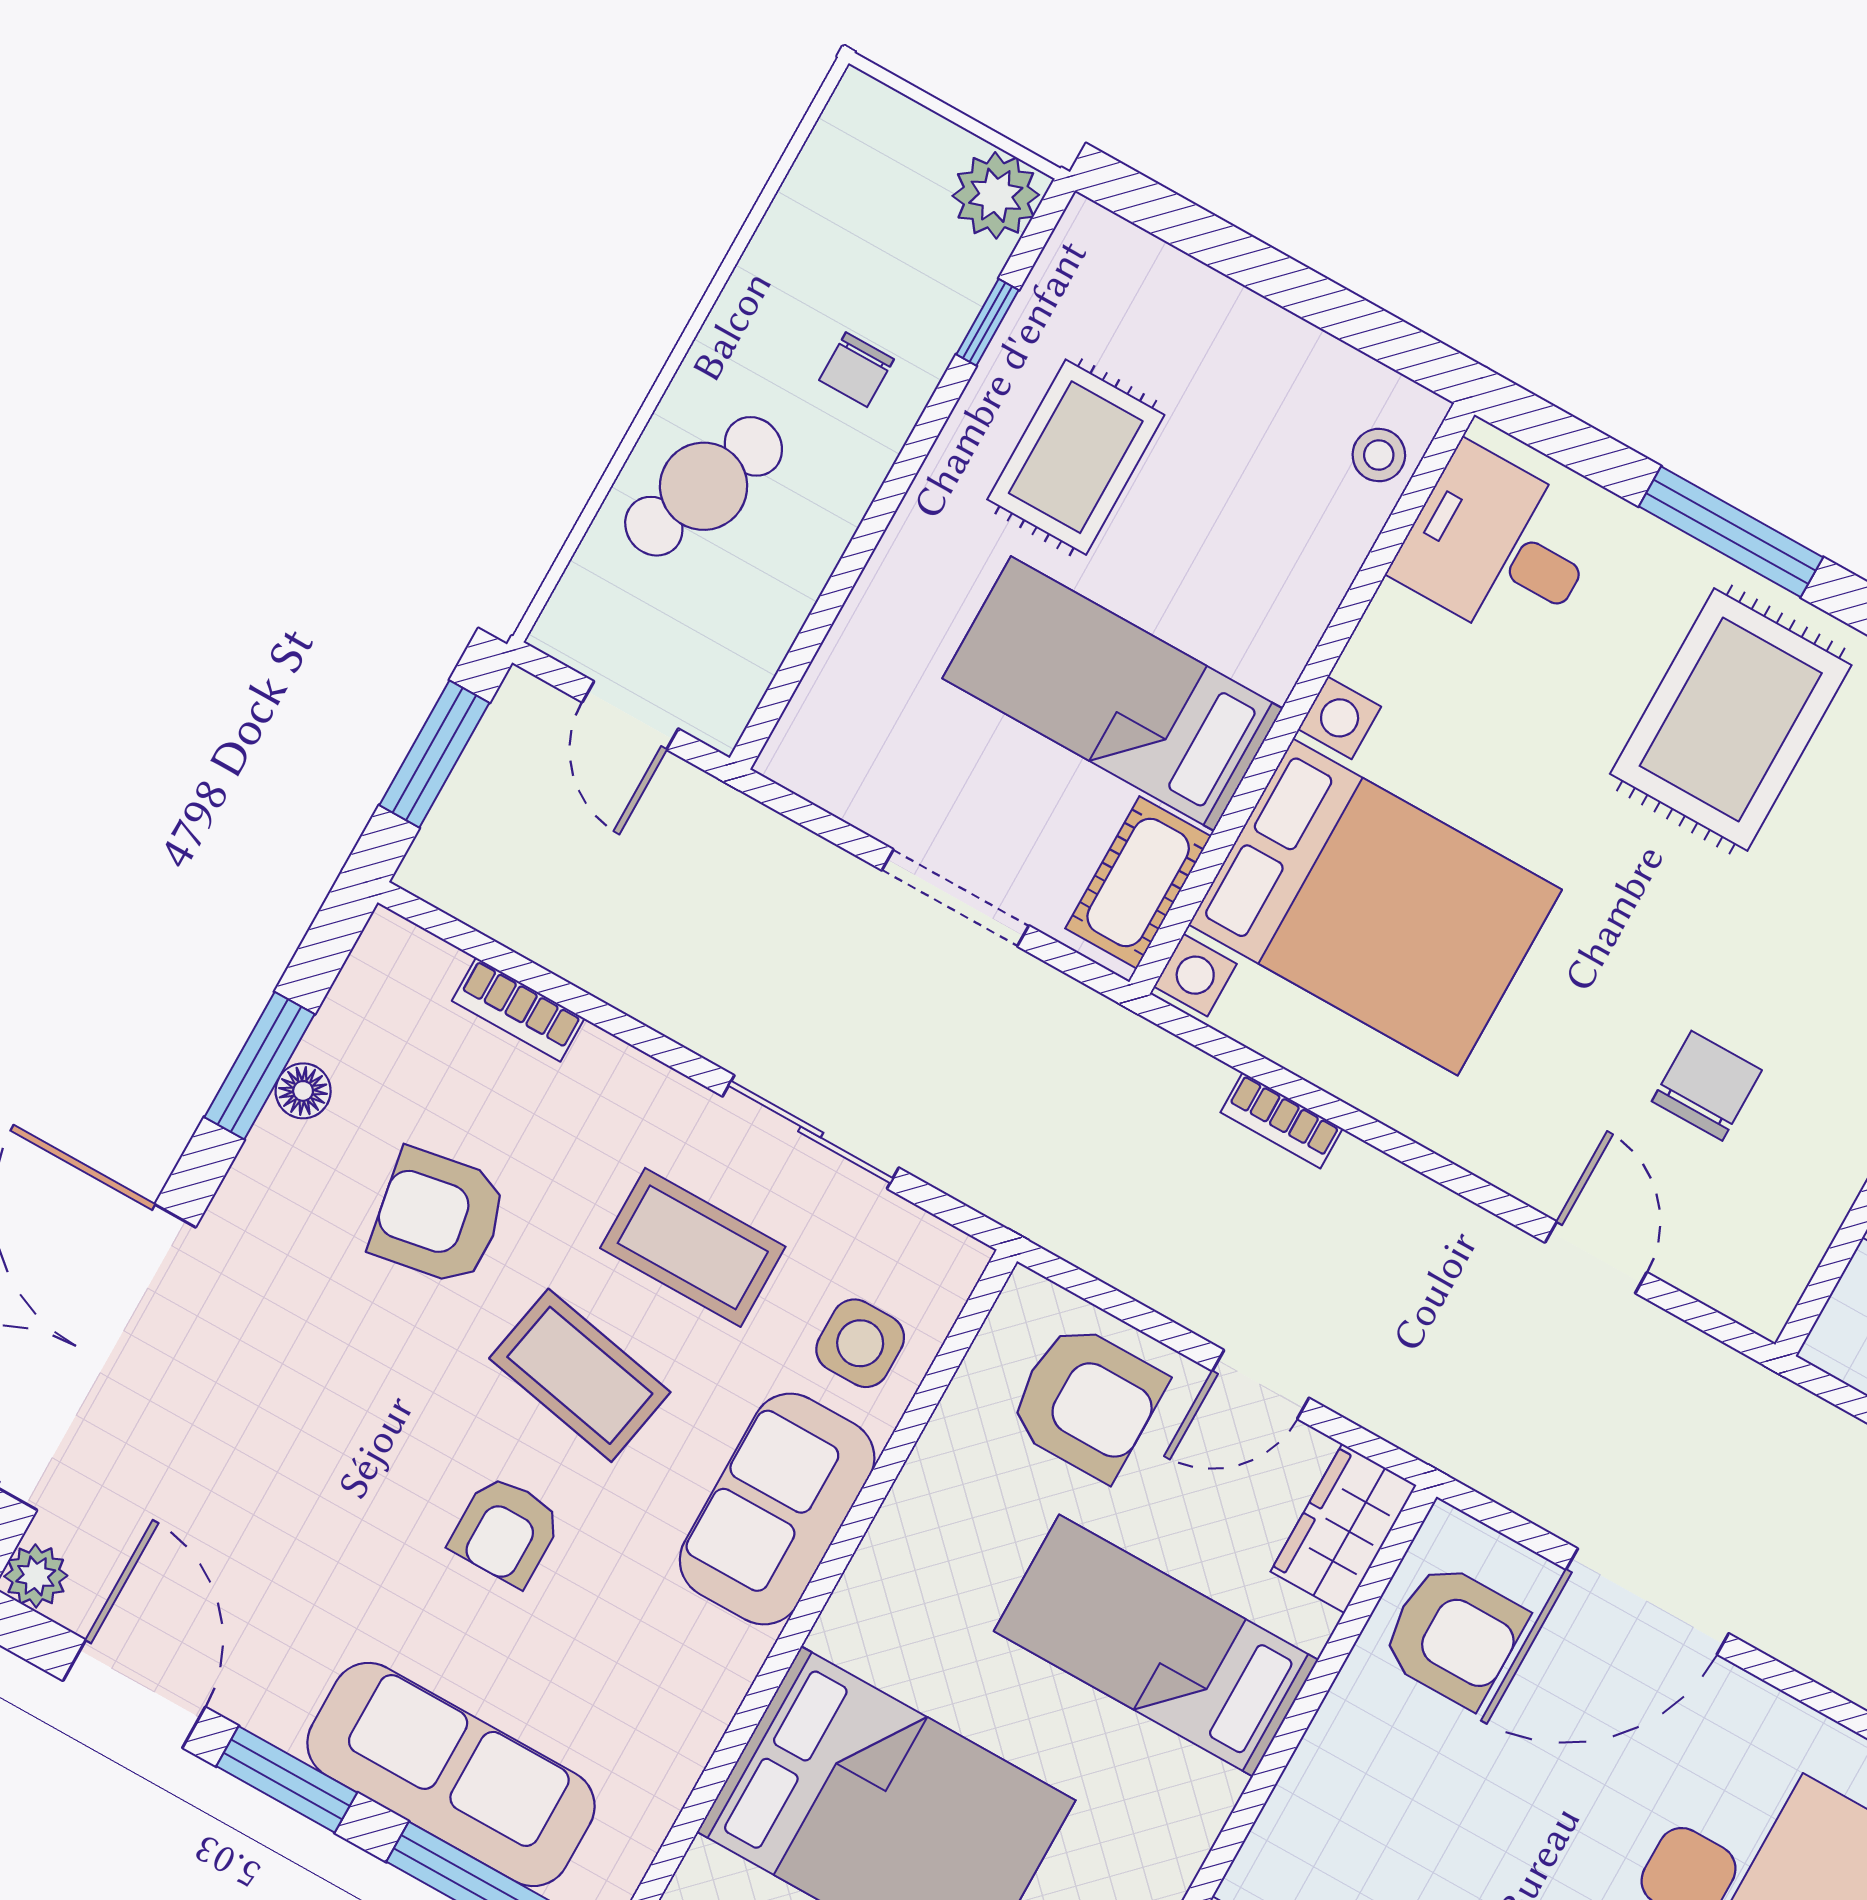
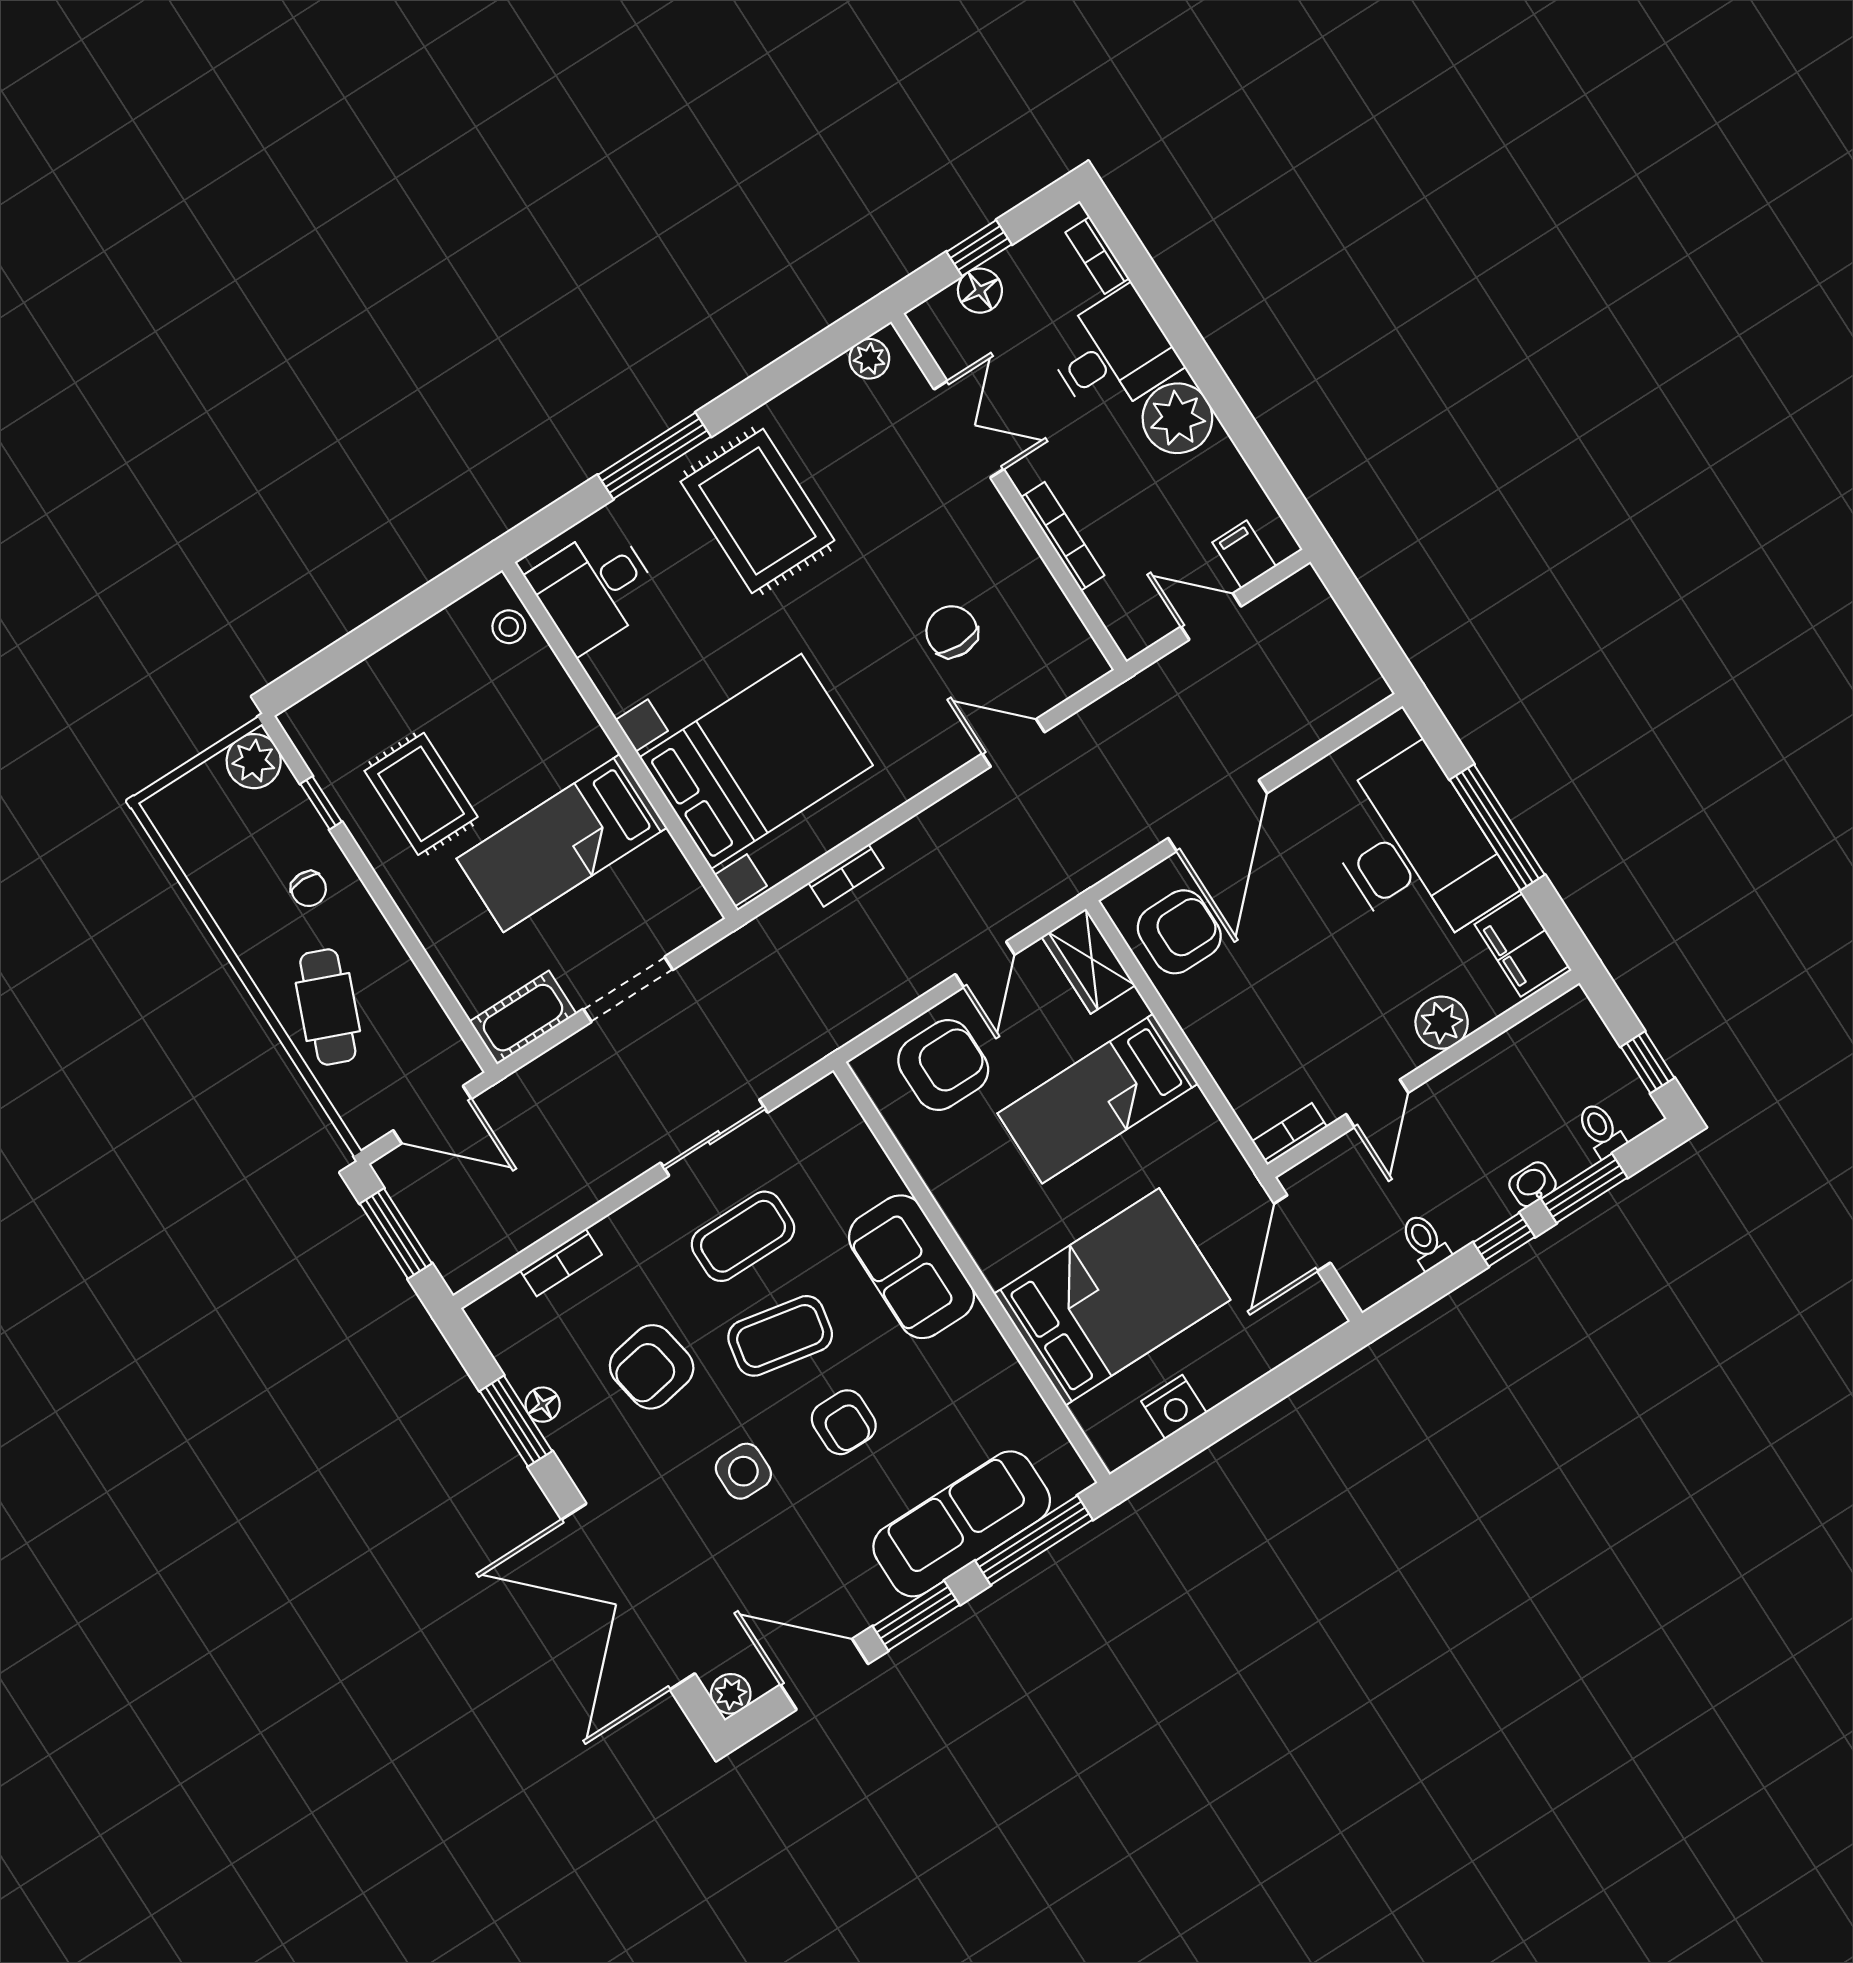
door: (630, 715) -> (432, 1115), width x1.38
cot: (1138, 882) -> (523, 1018), moved, turned 90
side table: (860, 1343) -> (743, 1471), moved

